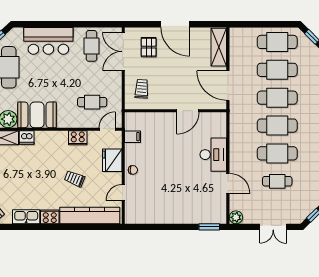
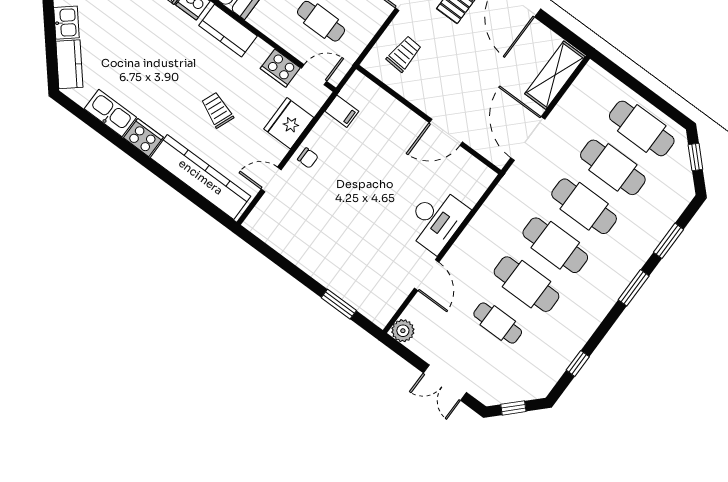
kitchen counter: (52, 138) -> (228, 31), added
cooker: (78, 138) -> (280, 68), moved
window: (209, 227) -> (339, 304), moved

